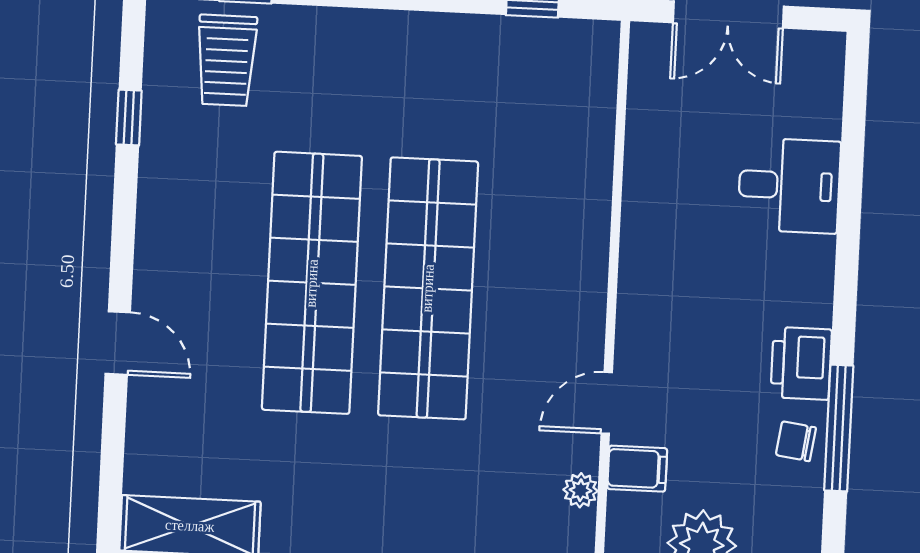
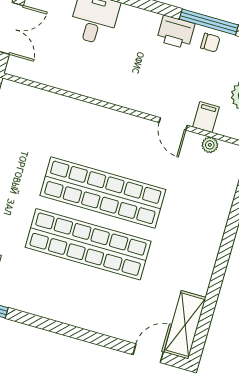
door: (118, 343) -> (148, 353), moved
chair: (796, 441) -> (210, 43), turned -98

